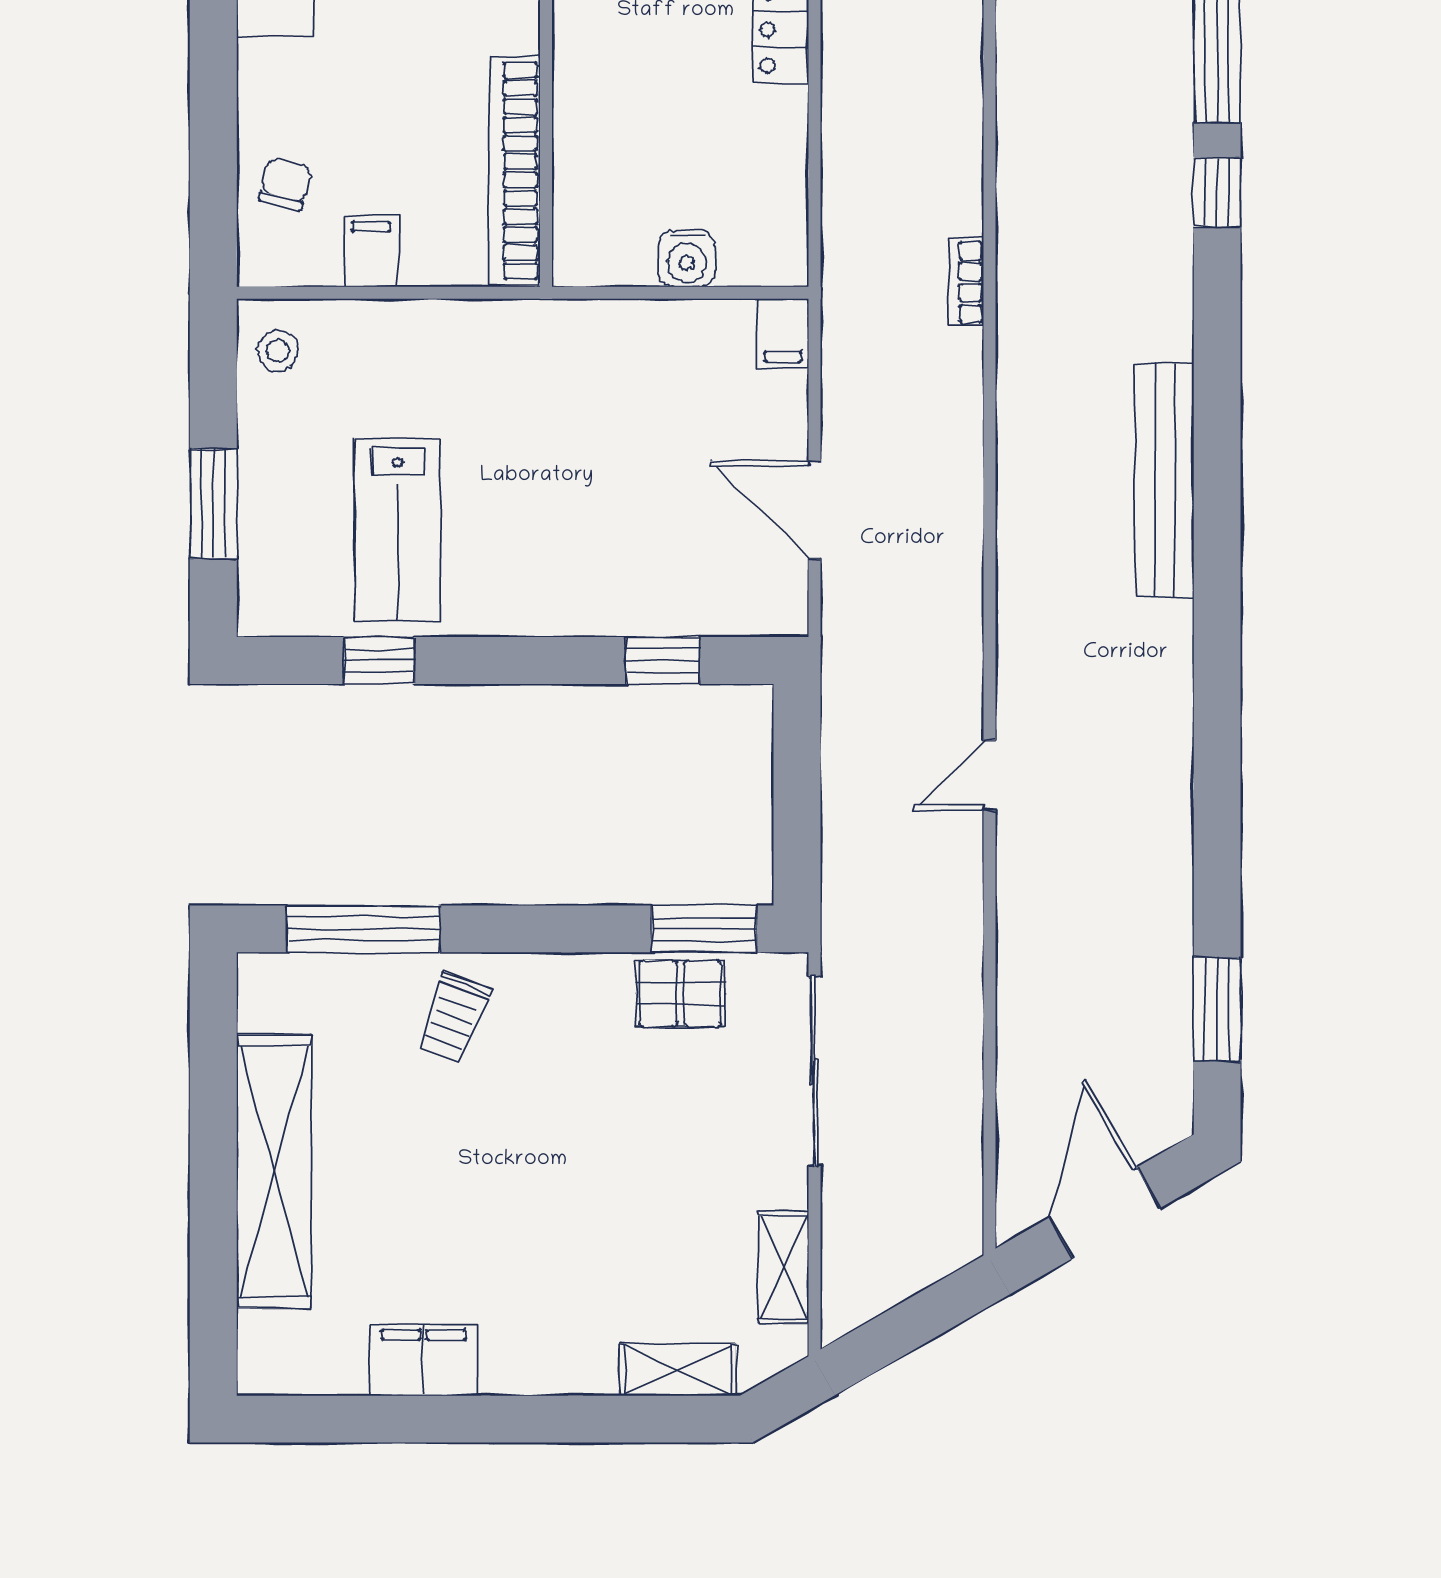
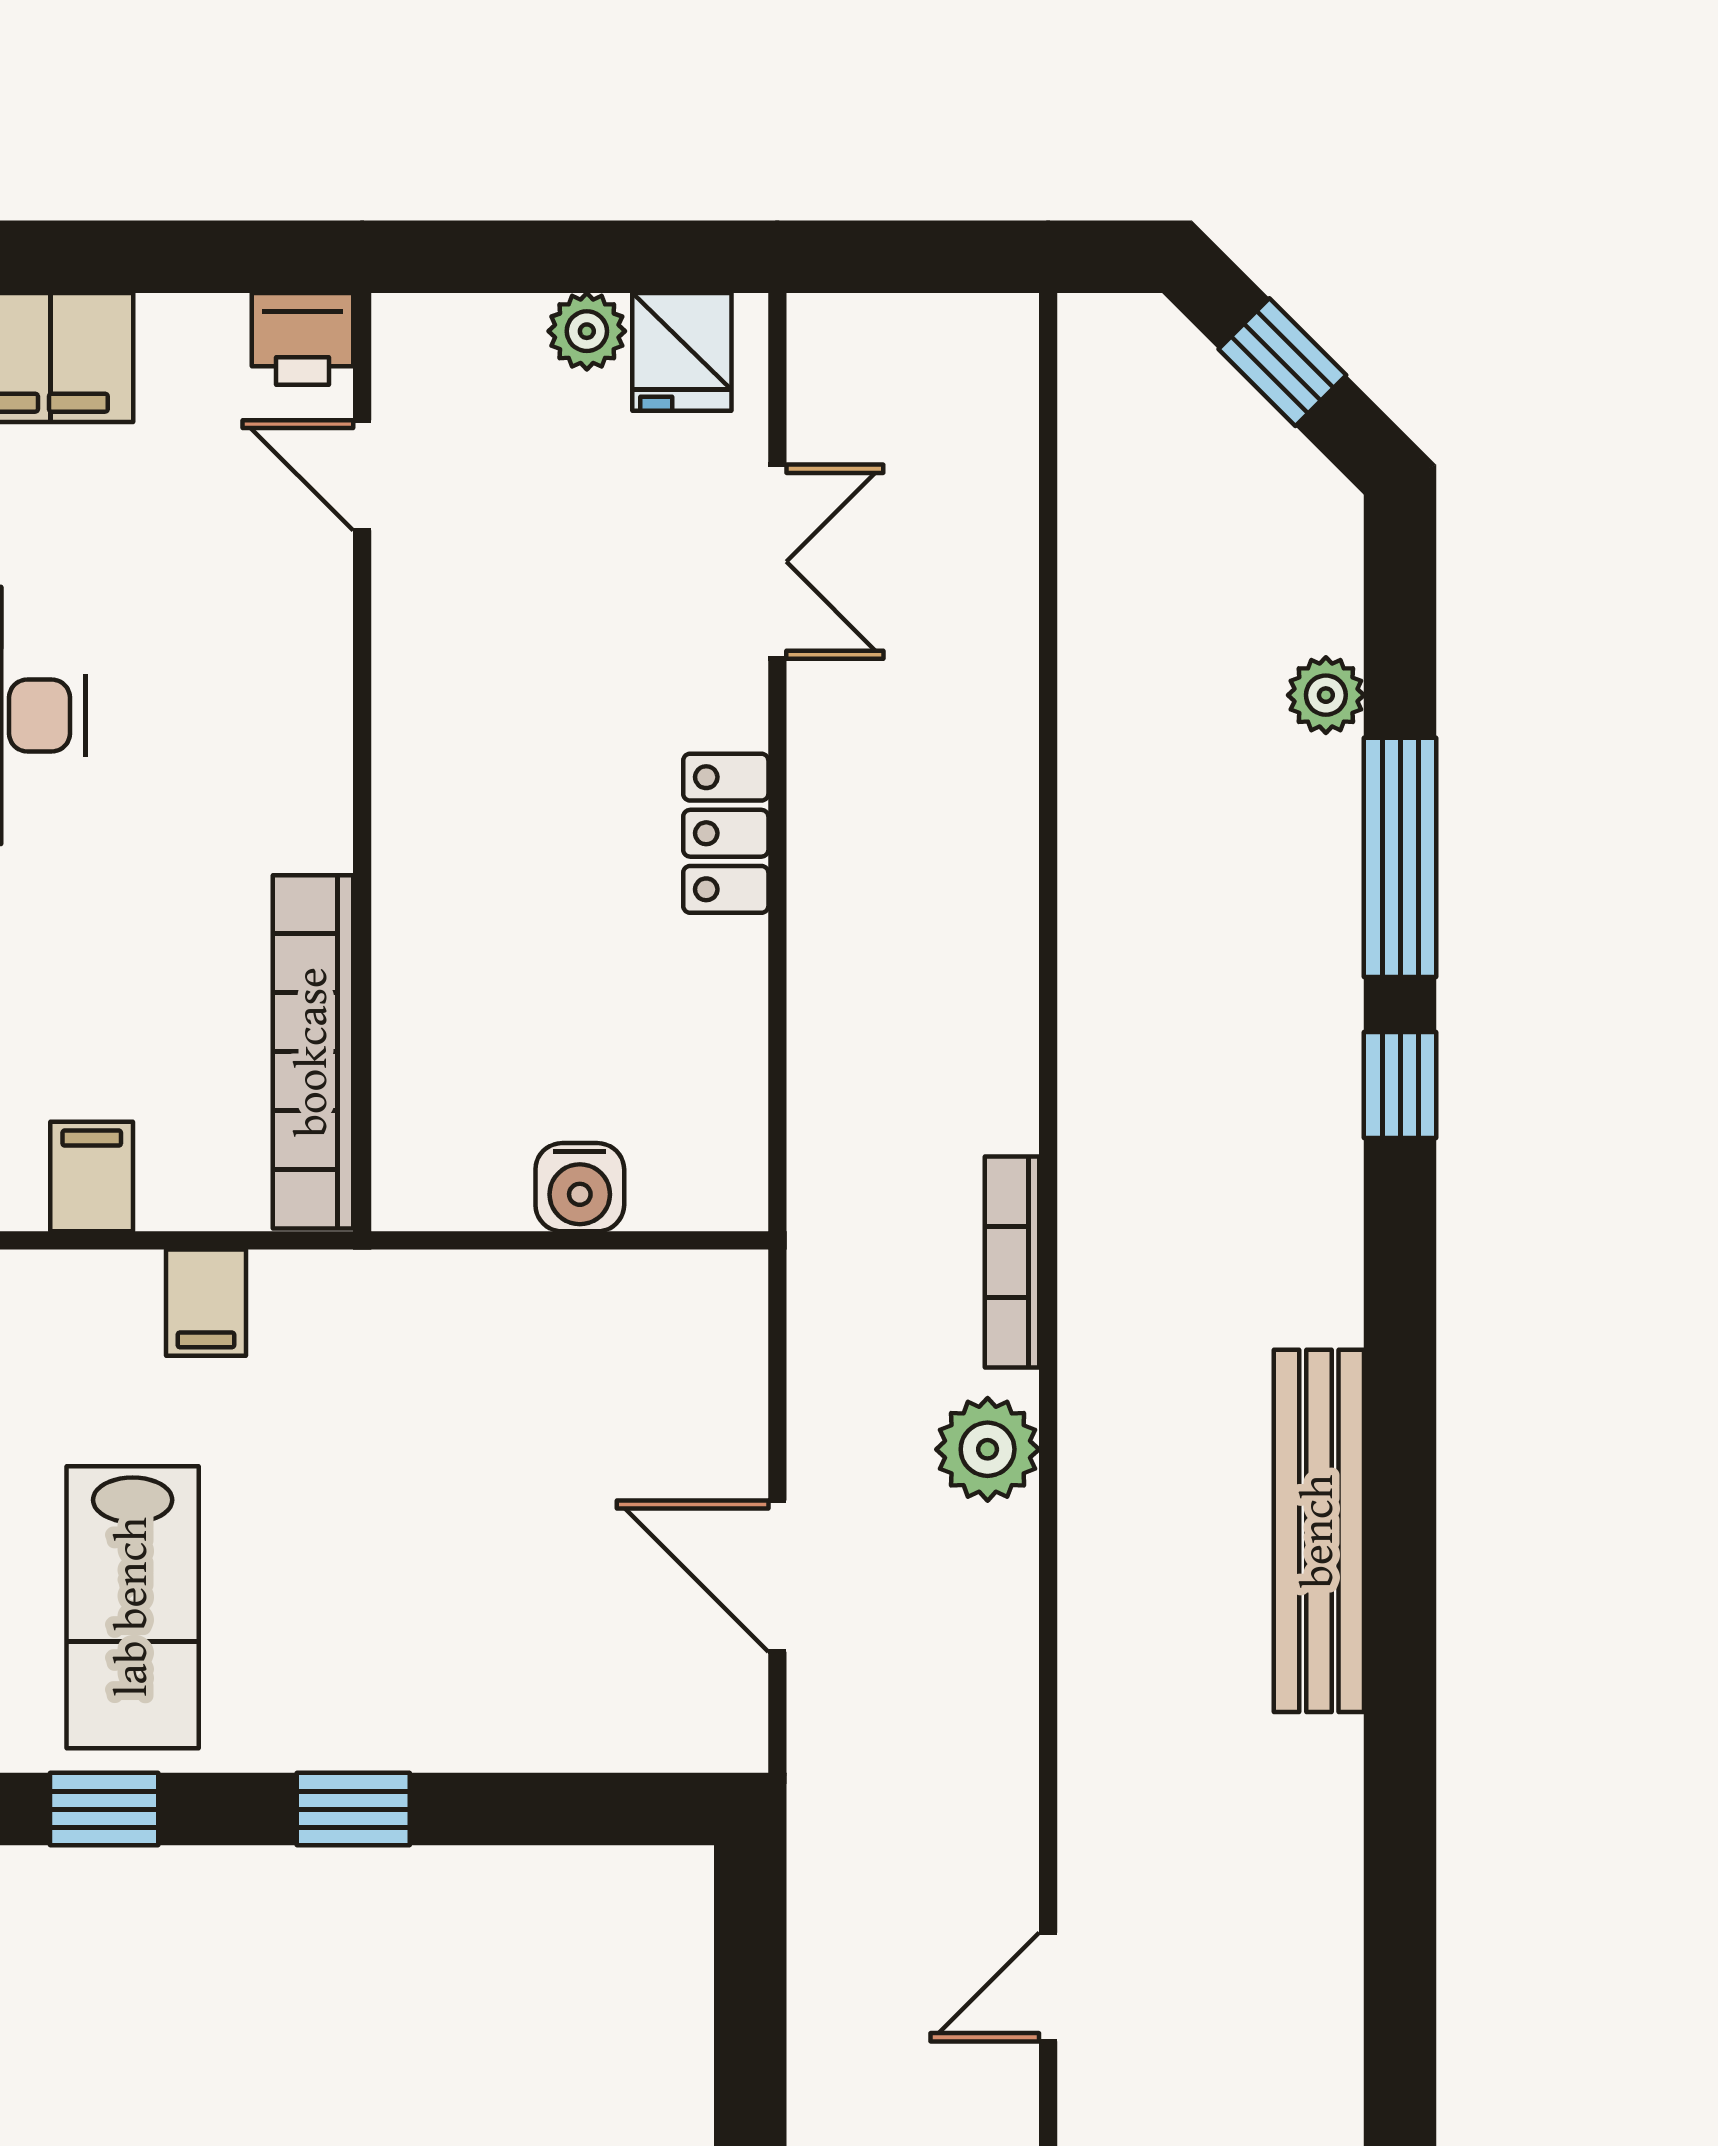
bookcase: (966, 282) -> (1012, 1262), width x1.56
filing cabinet: (783, 333) -> (206, 1303), moved
plant: (950, 428) -> (988, 1449), added
window: (663, 660) -> (353, 1809), moved

